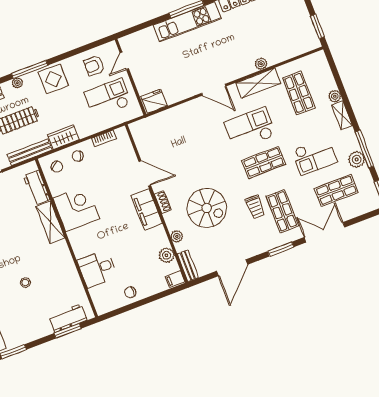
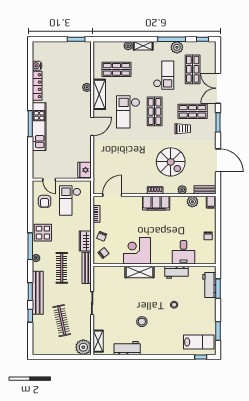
door: (145, 173) -> (112, 195), moved
workbench: (37, 188) -> (177, 272), moved
spiral stairs: (207, 208) -> (171, 162), turned 90

